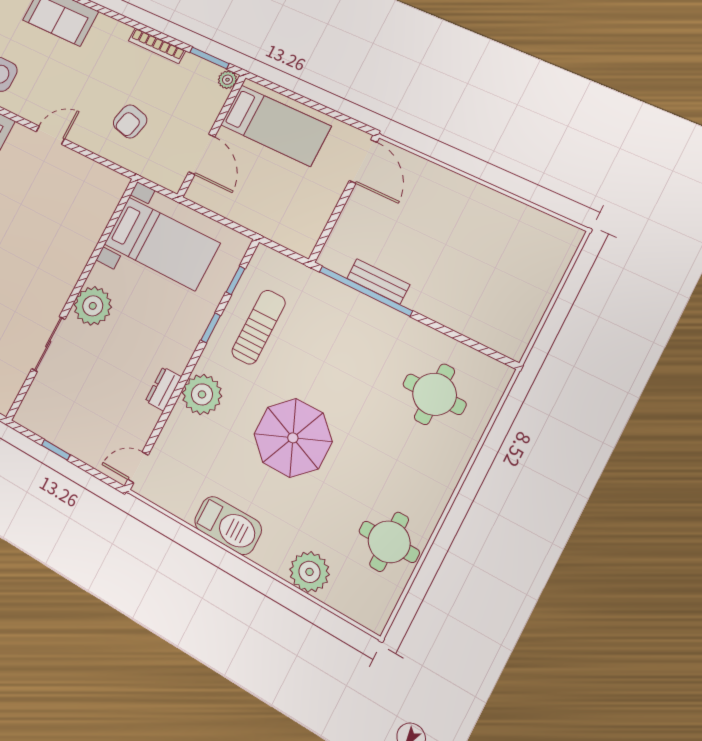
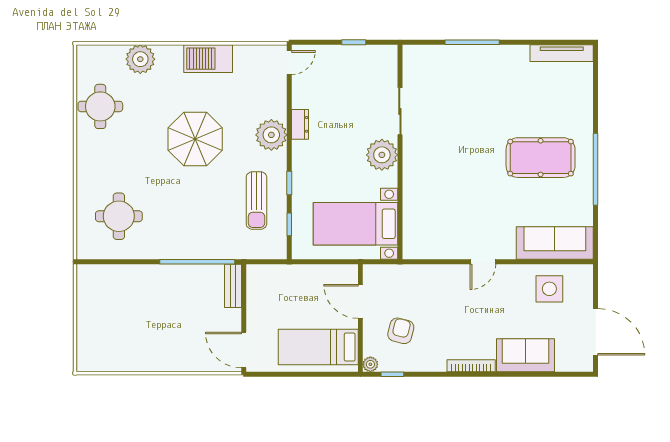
bookcase: (157, 46) -> (471, 366), moved
window: (209, 58) -> (392, 374), width x0.67
armchair: (130, 121) -> (401, 331), moved
bench: (378, 281) -> (233, 286), moved, turned 90

